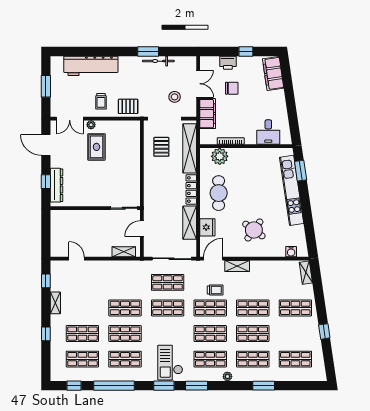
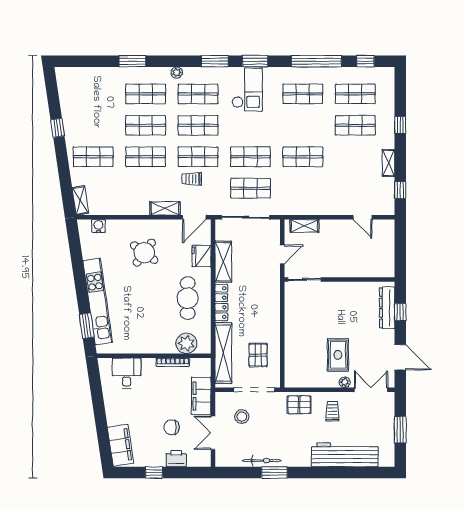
shop shelf: (125, 334) -> (303, 125), removed
shop shelf: (295, 359) -> (93, 94), removed

